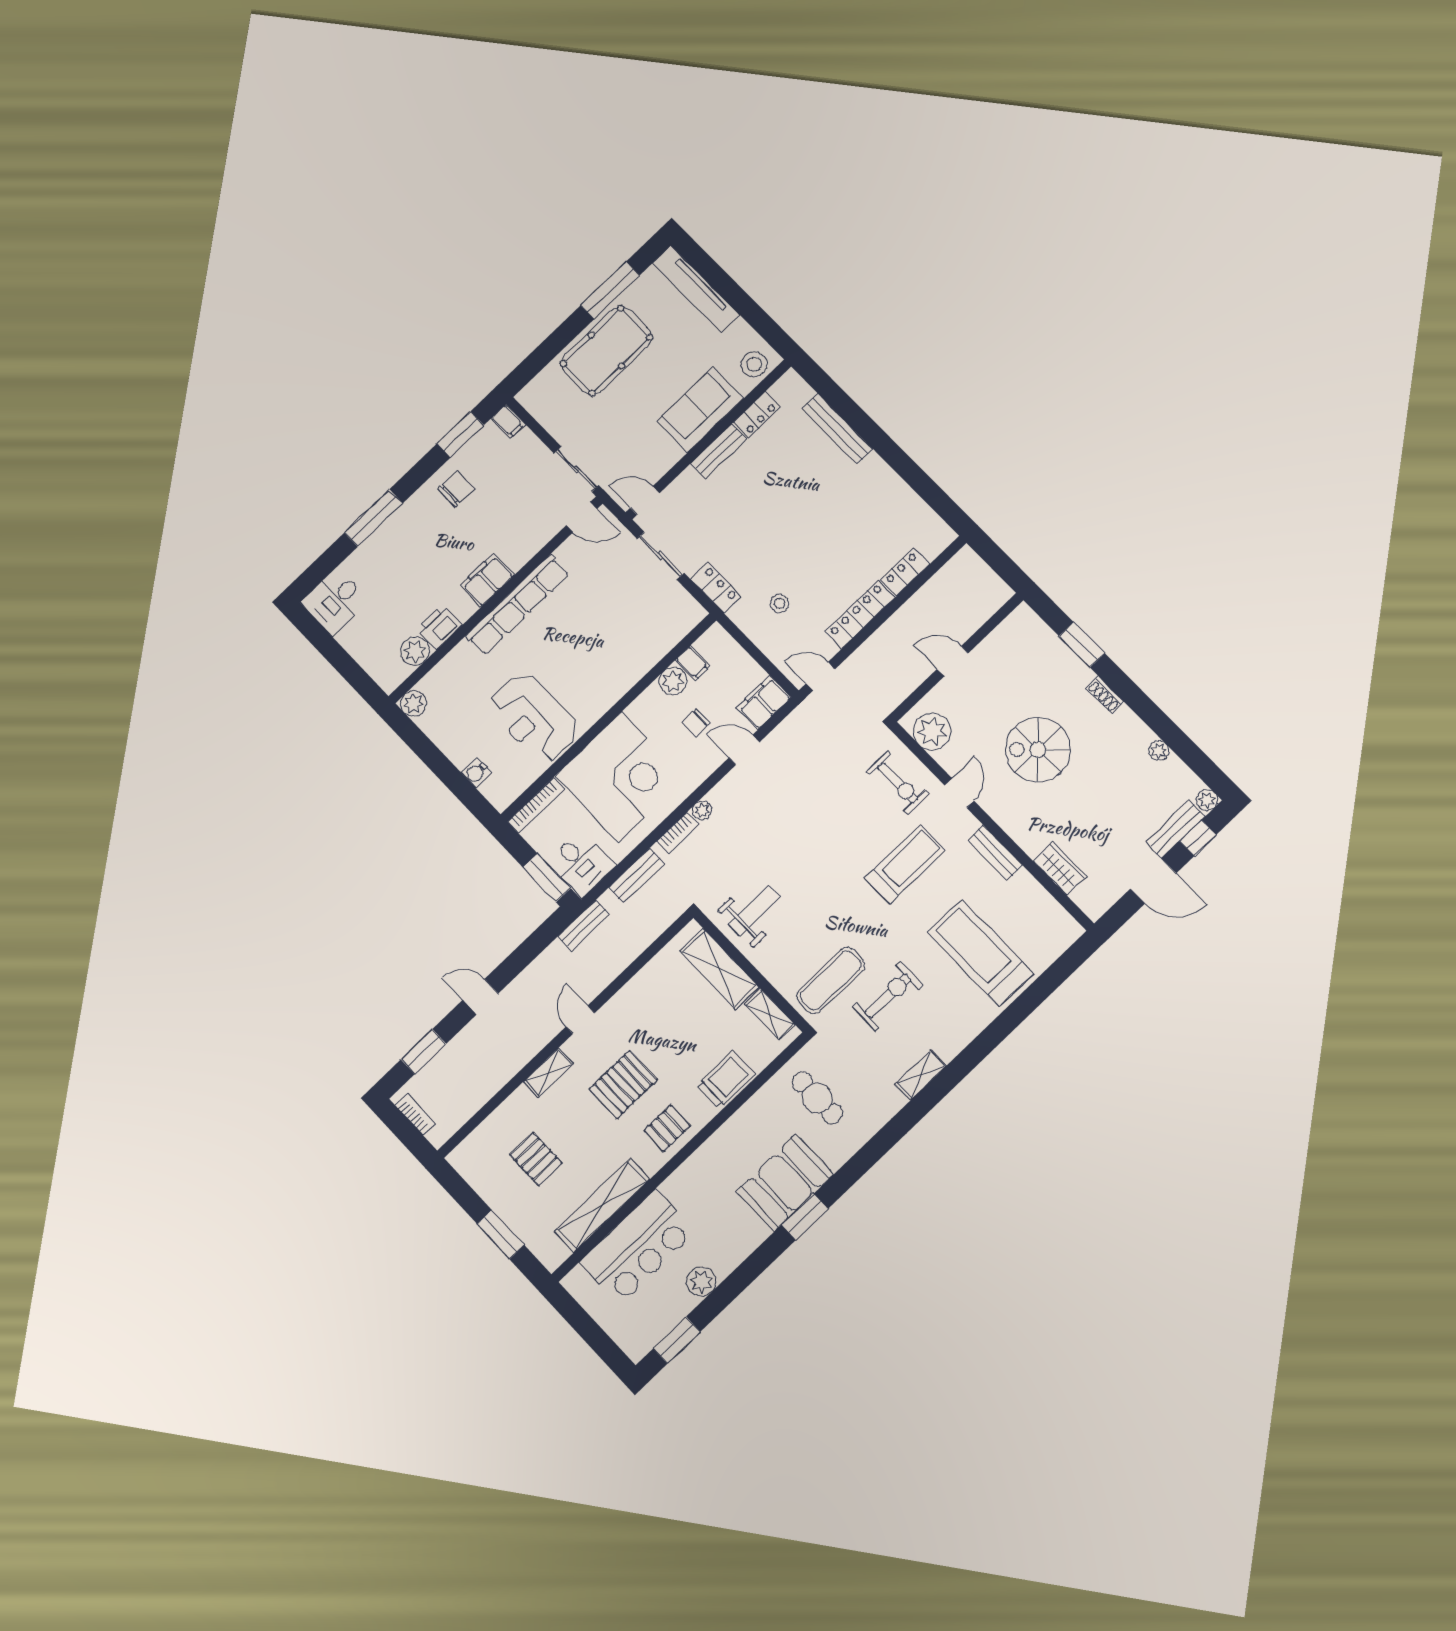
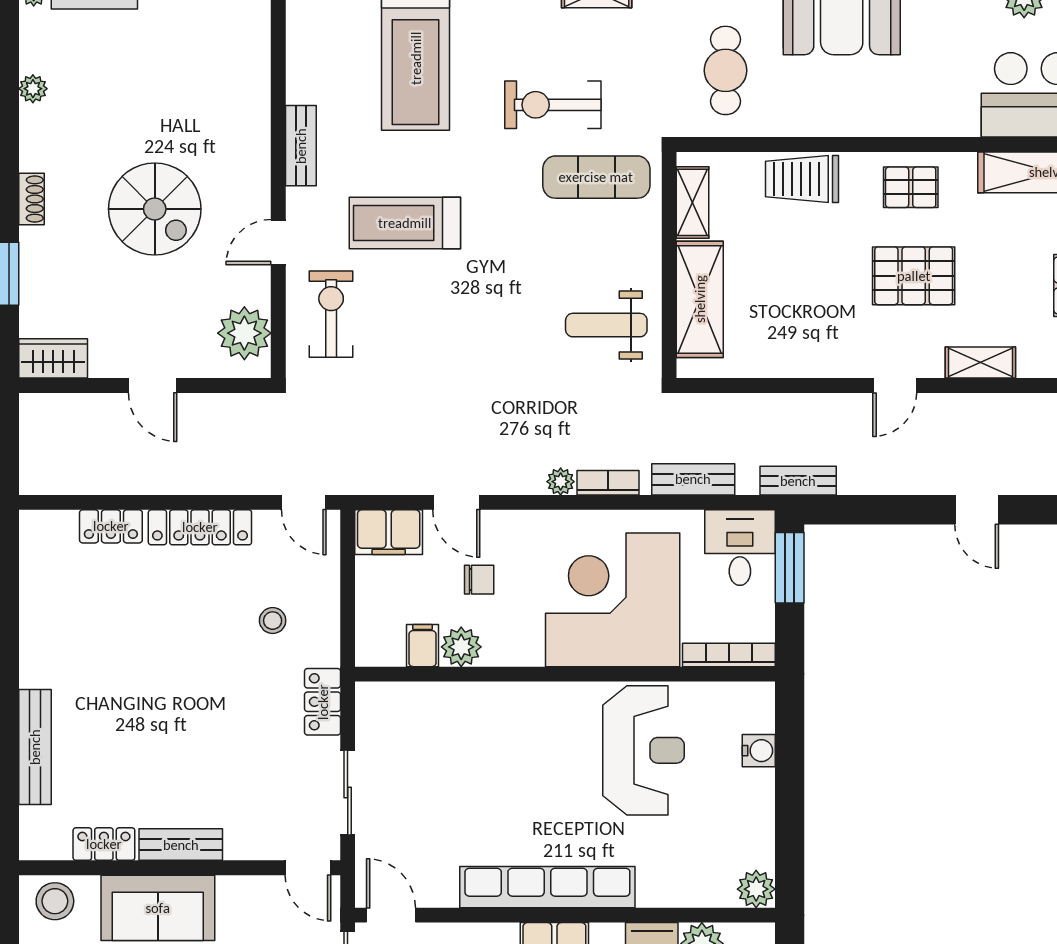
wardrobe: (1060, 869) -> (53, 358), moved, turned 90

